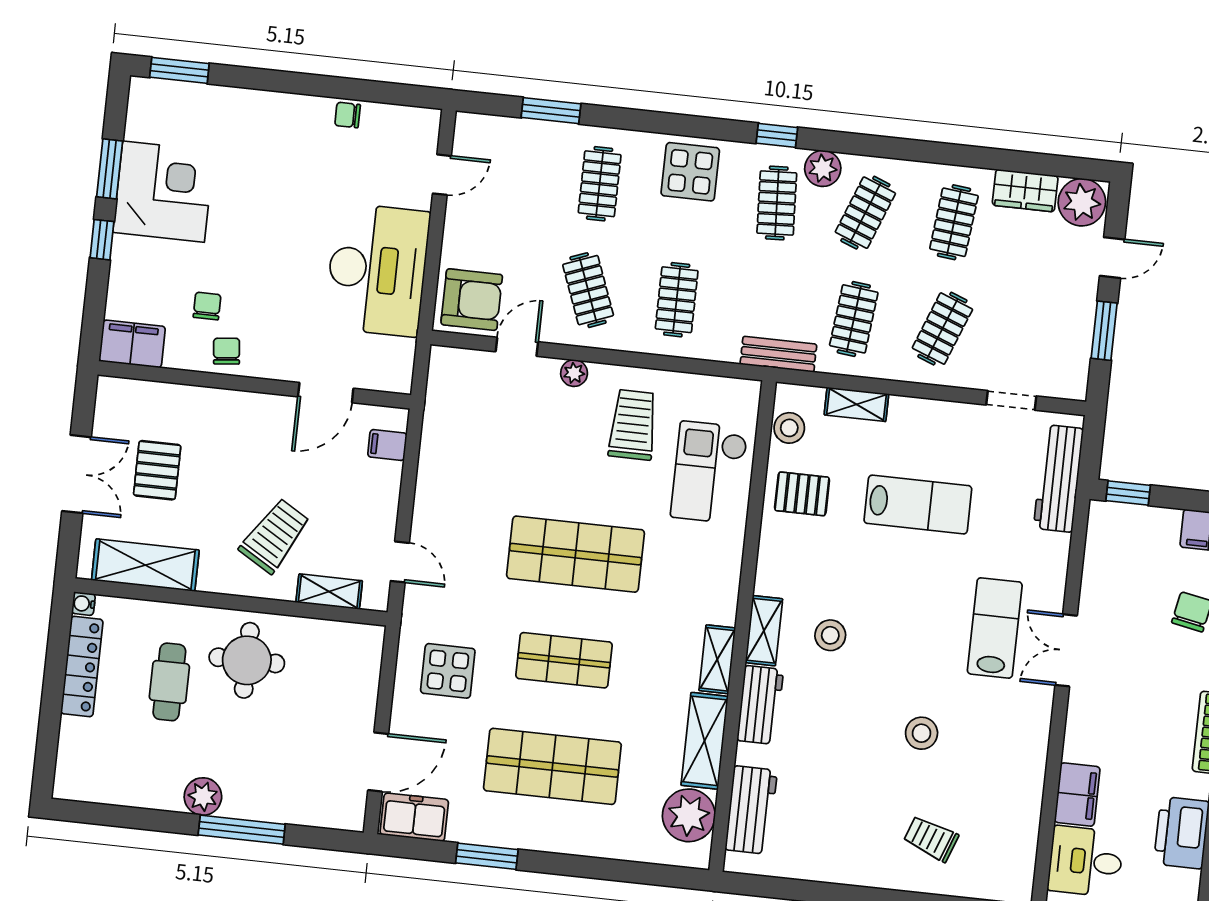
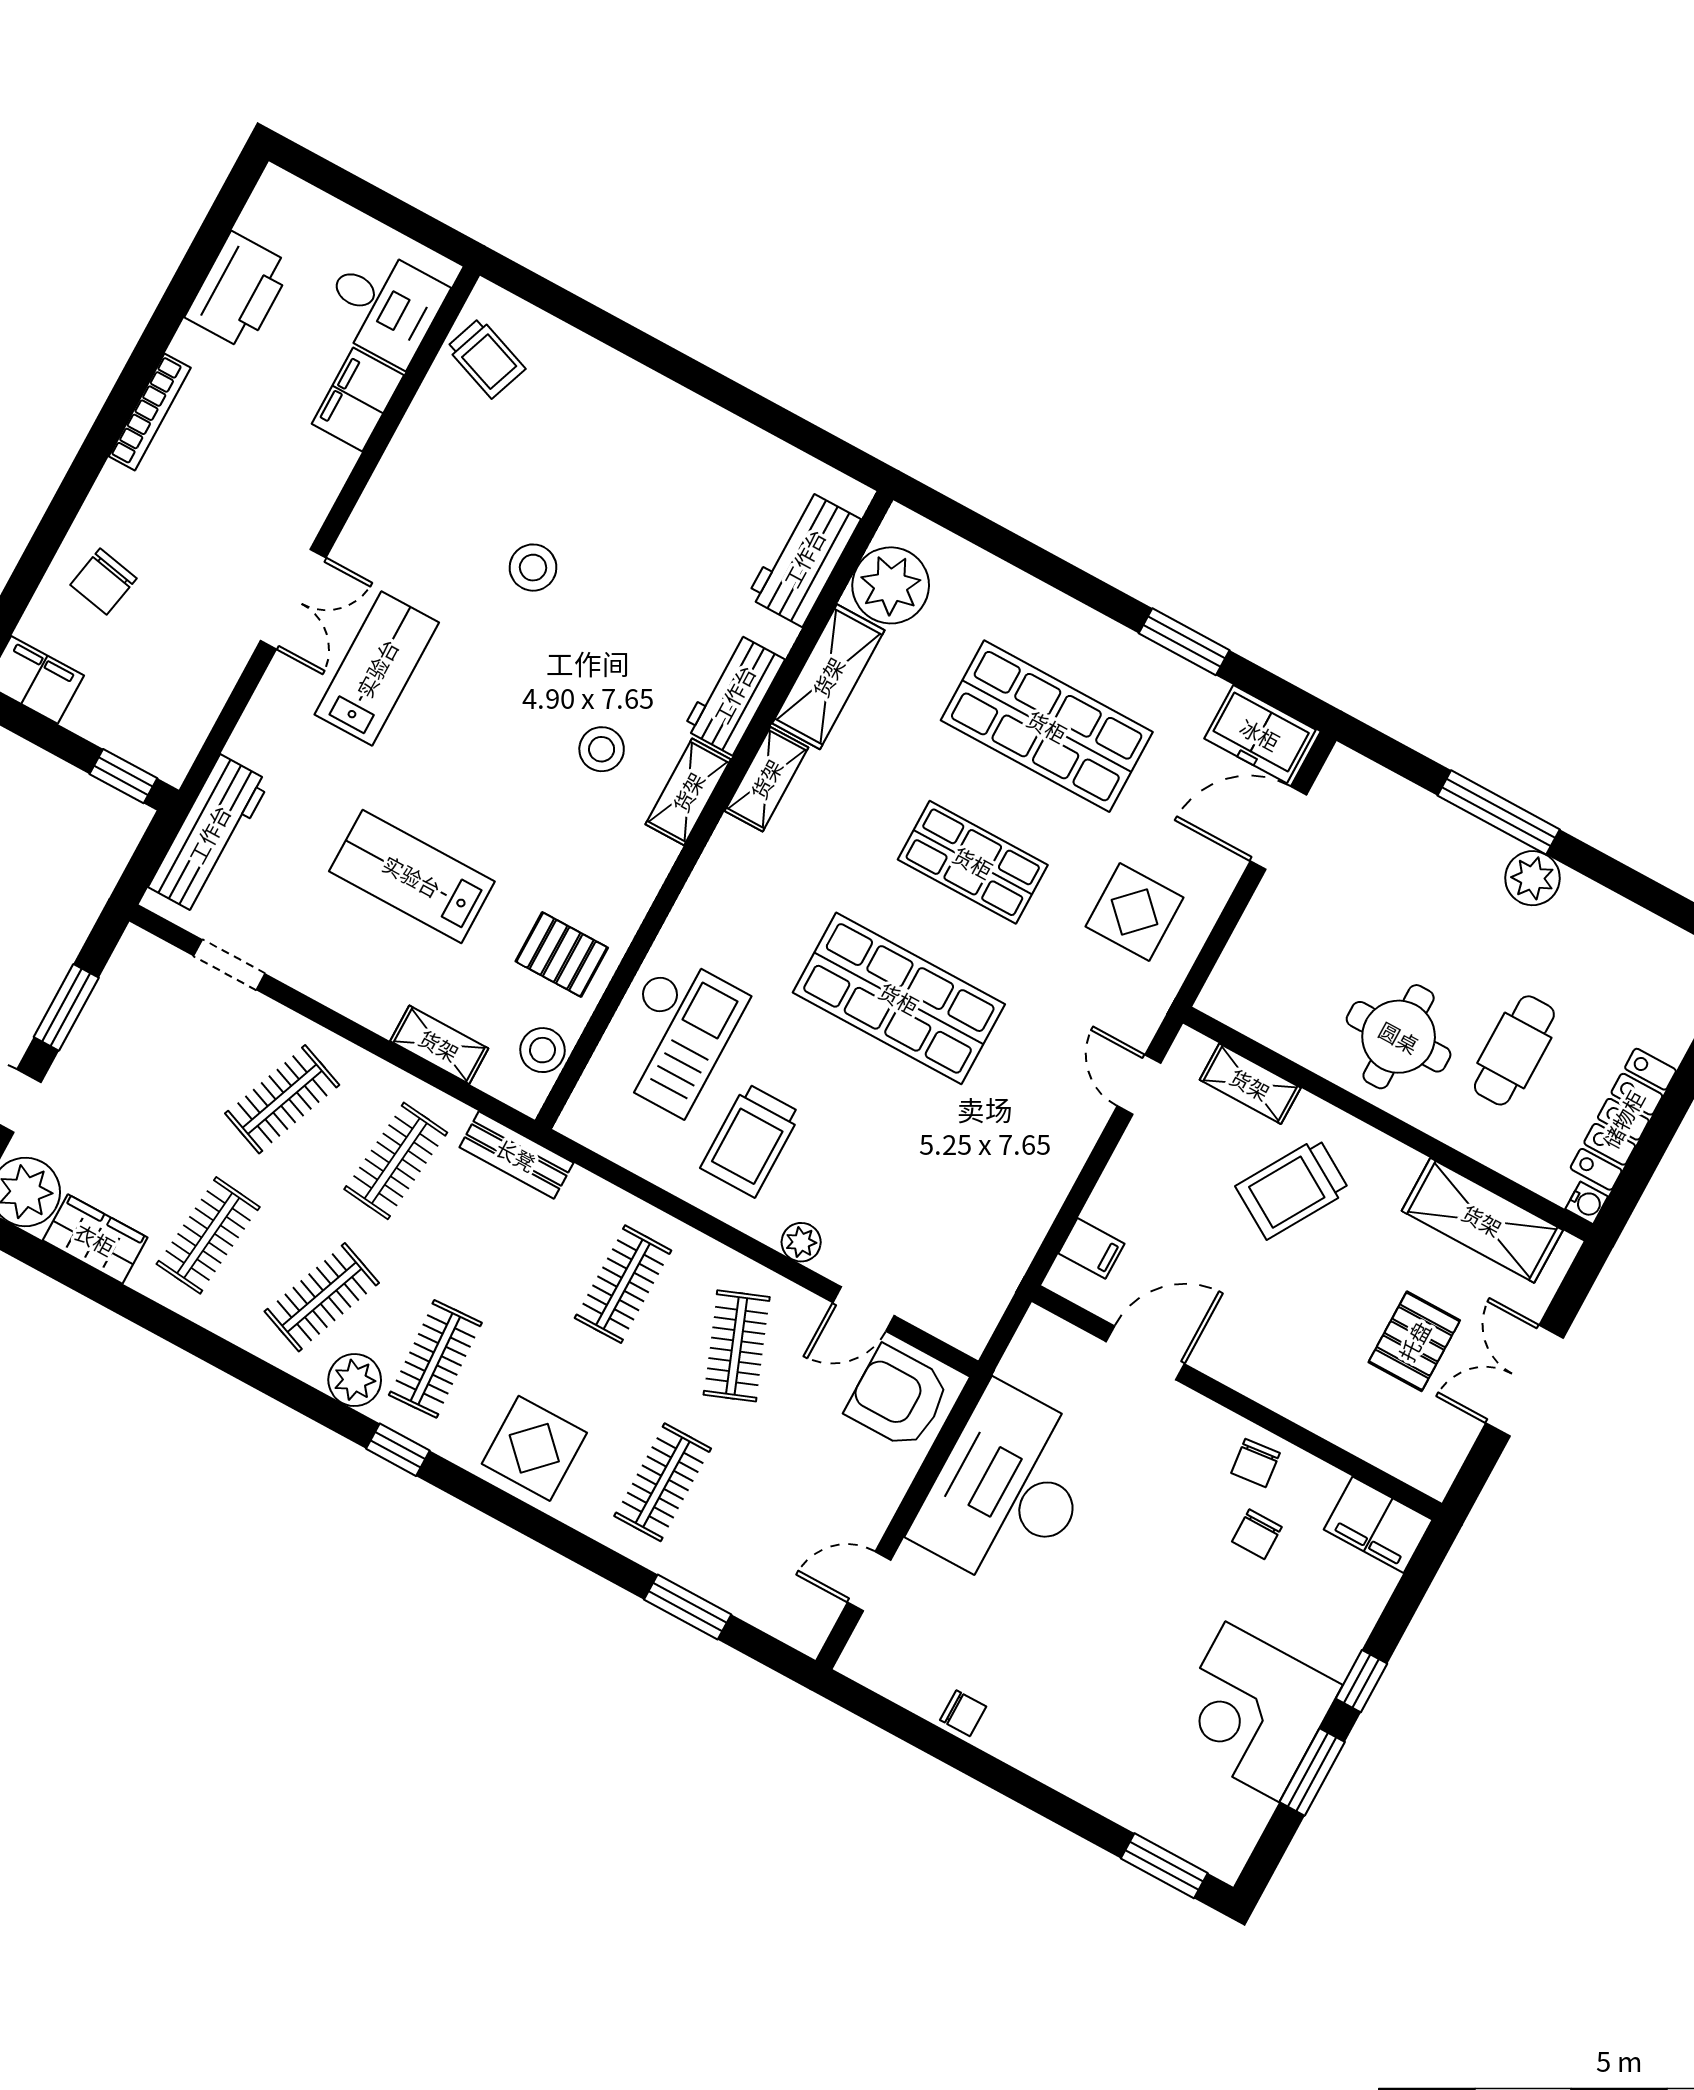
lab bench: (995, 628) -> (377, 668), turned 180
trolley: (931, 839) -> (486, 358), moved

